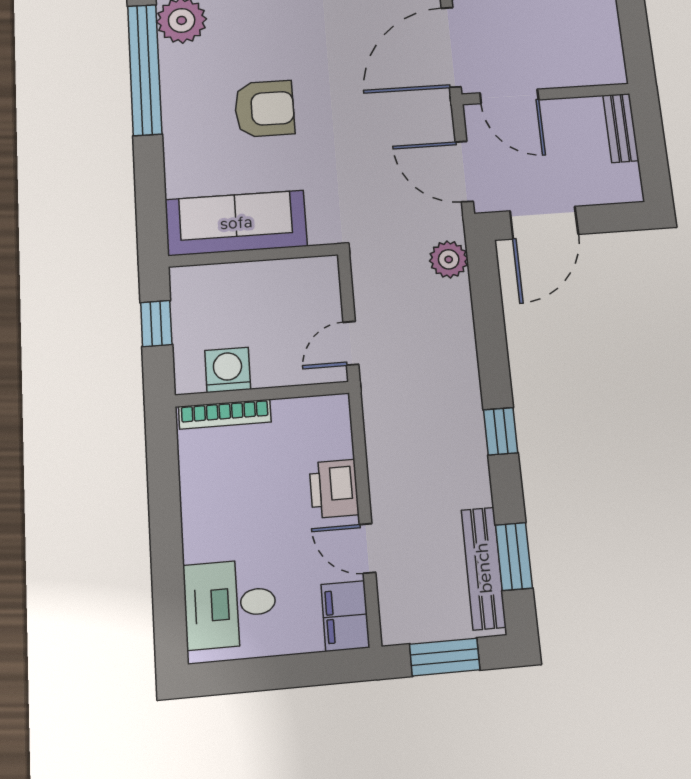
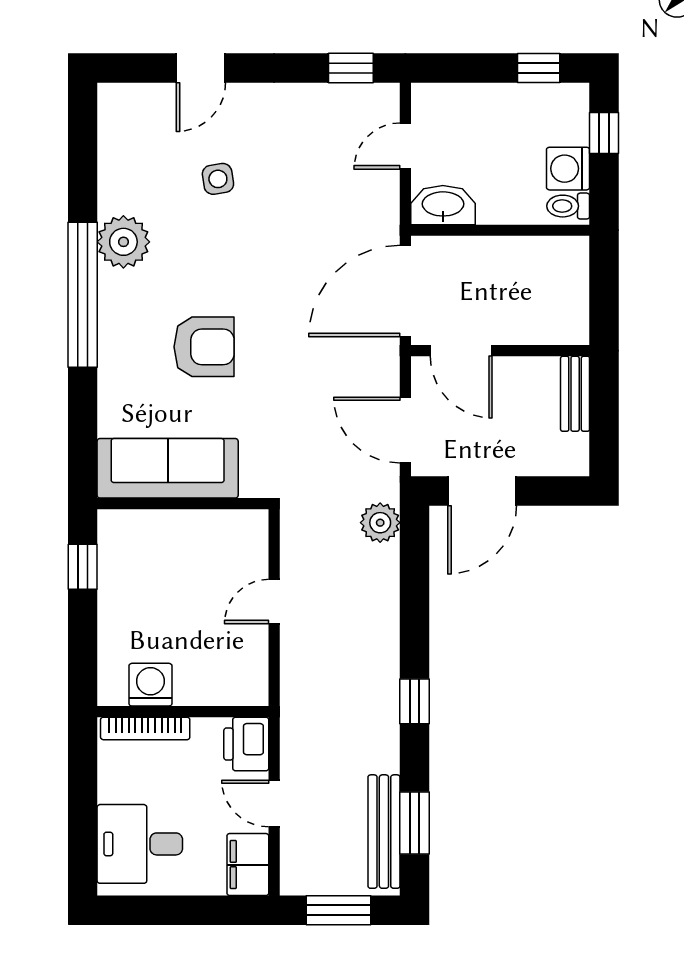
washing machine: (228, 370) -> (150, 685), moved
wall: (262, 394) -> (183, 712), moved
bookcase: (225, 414) -> (145, 728), moved

